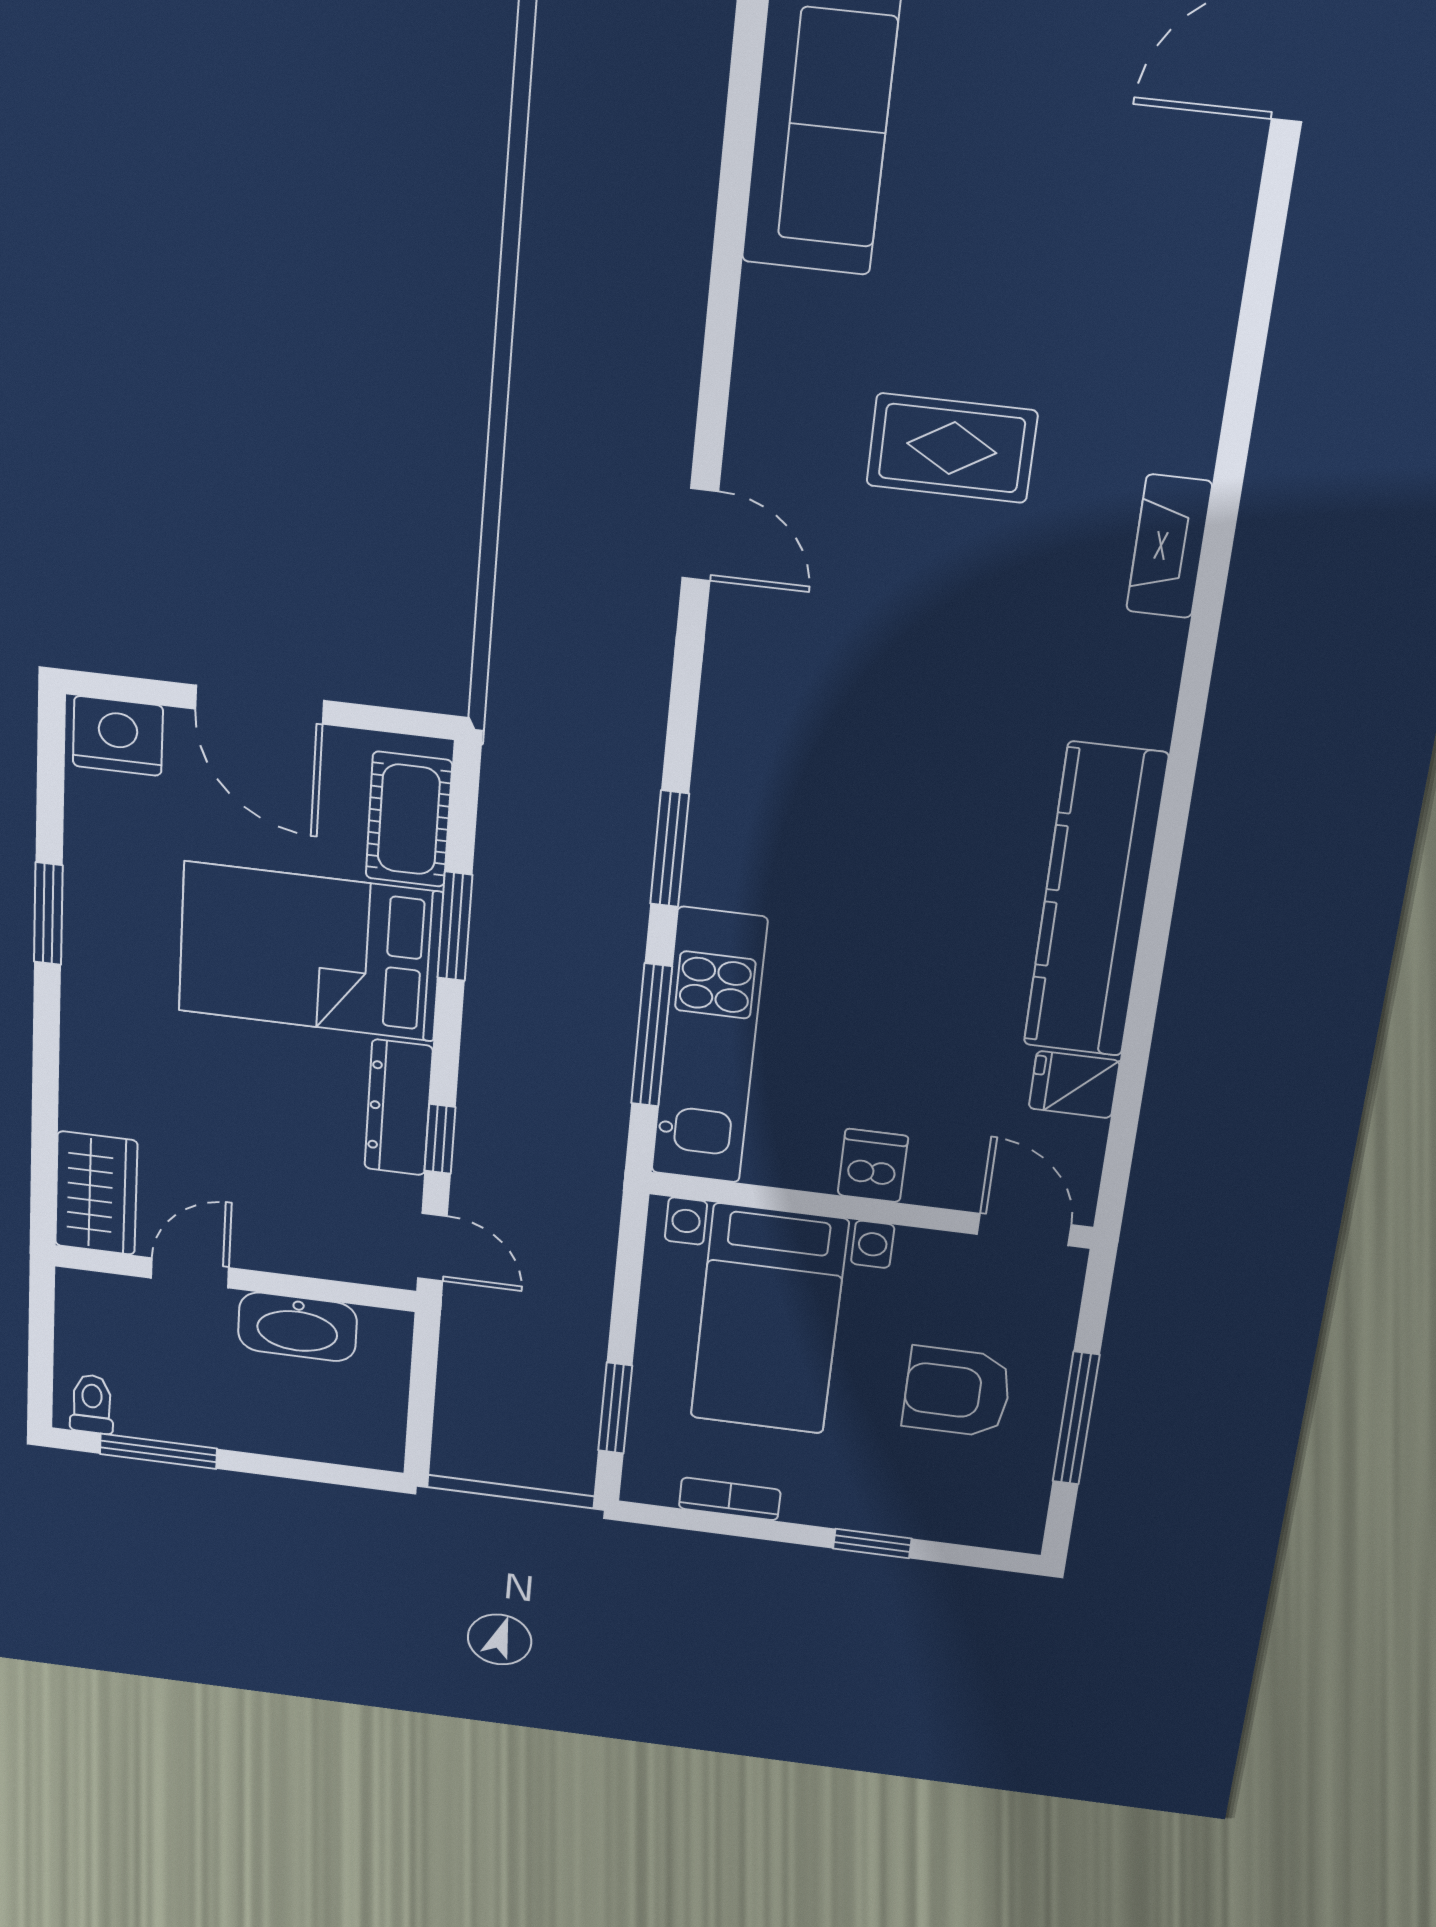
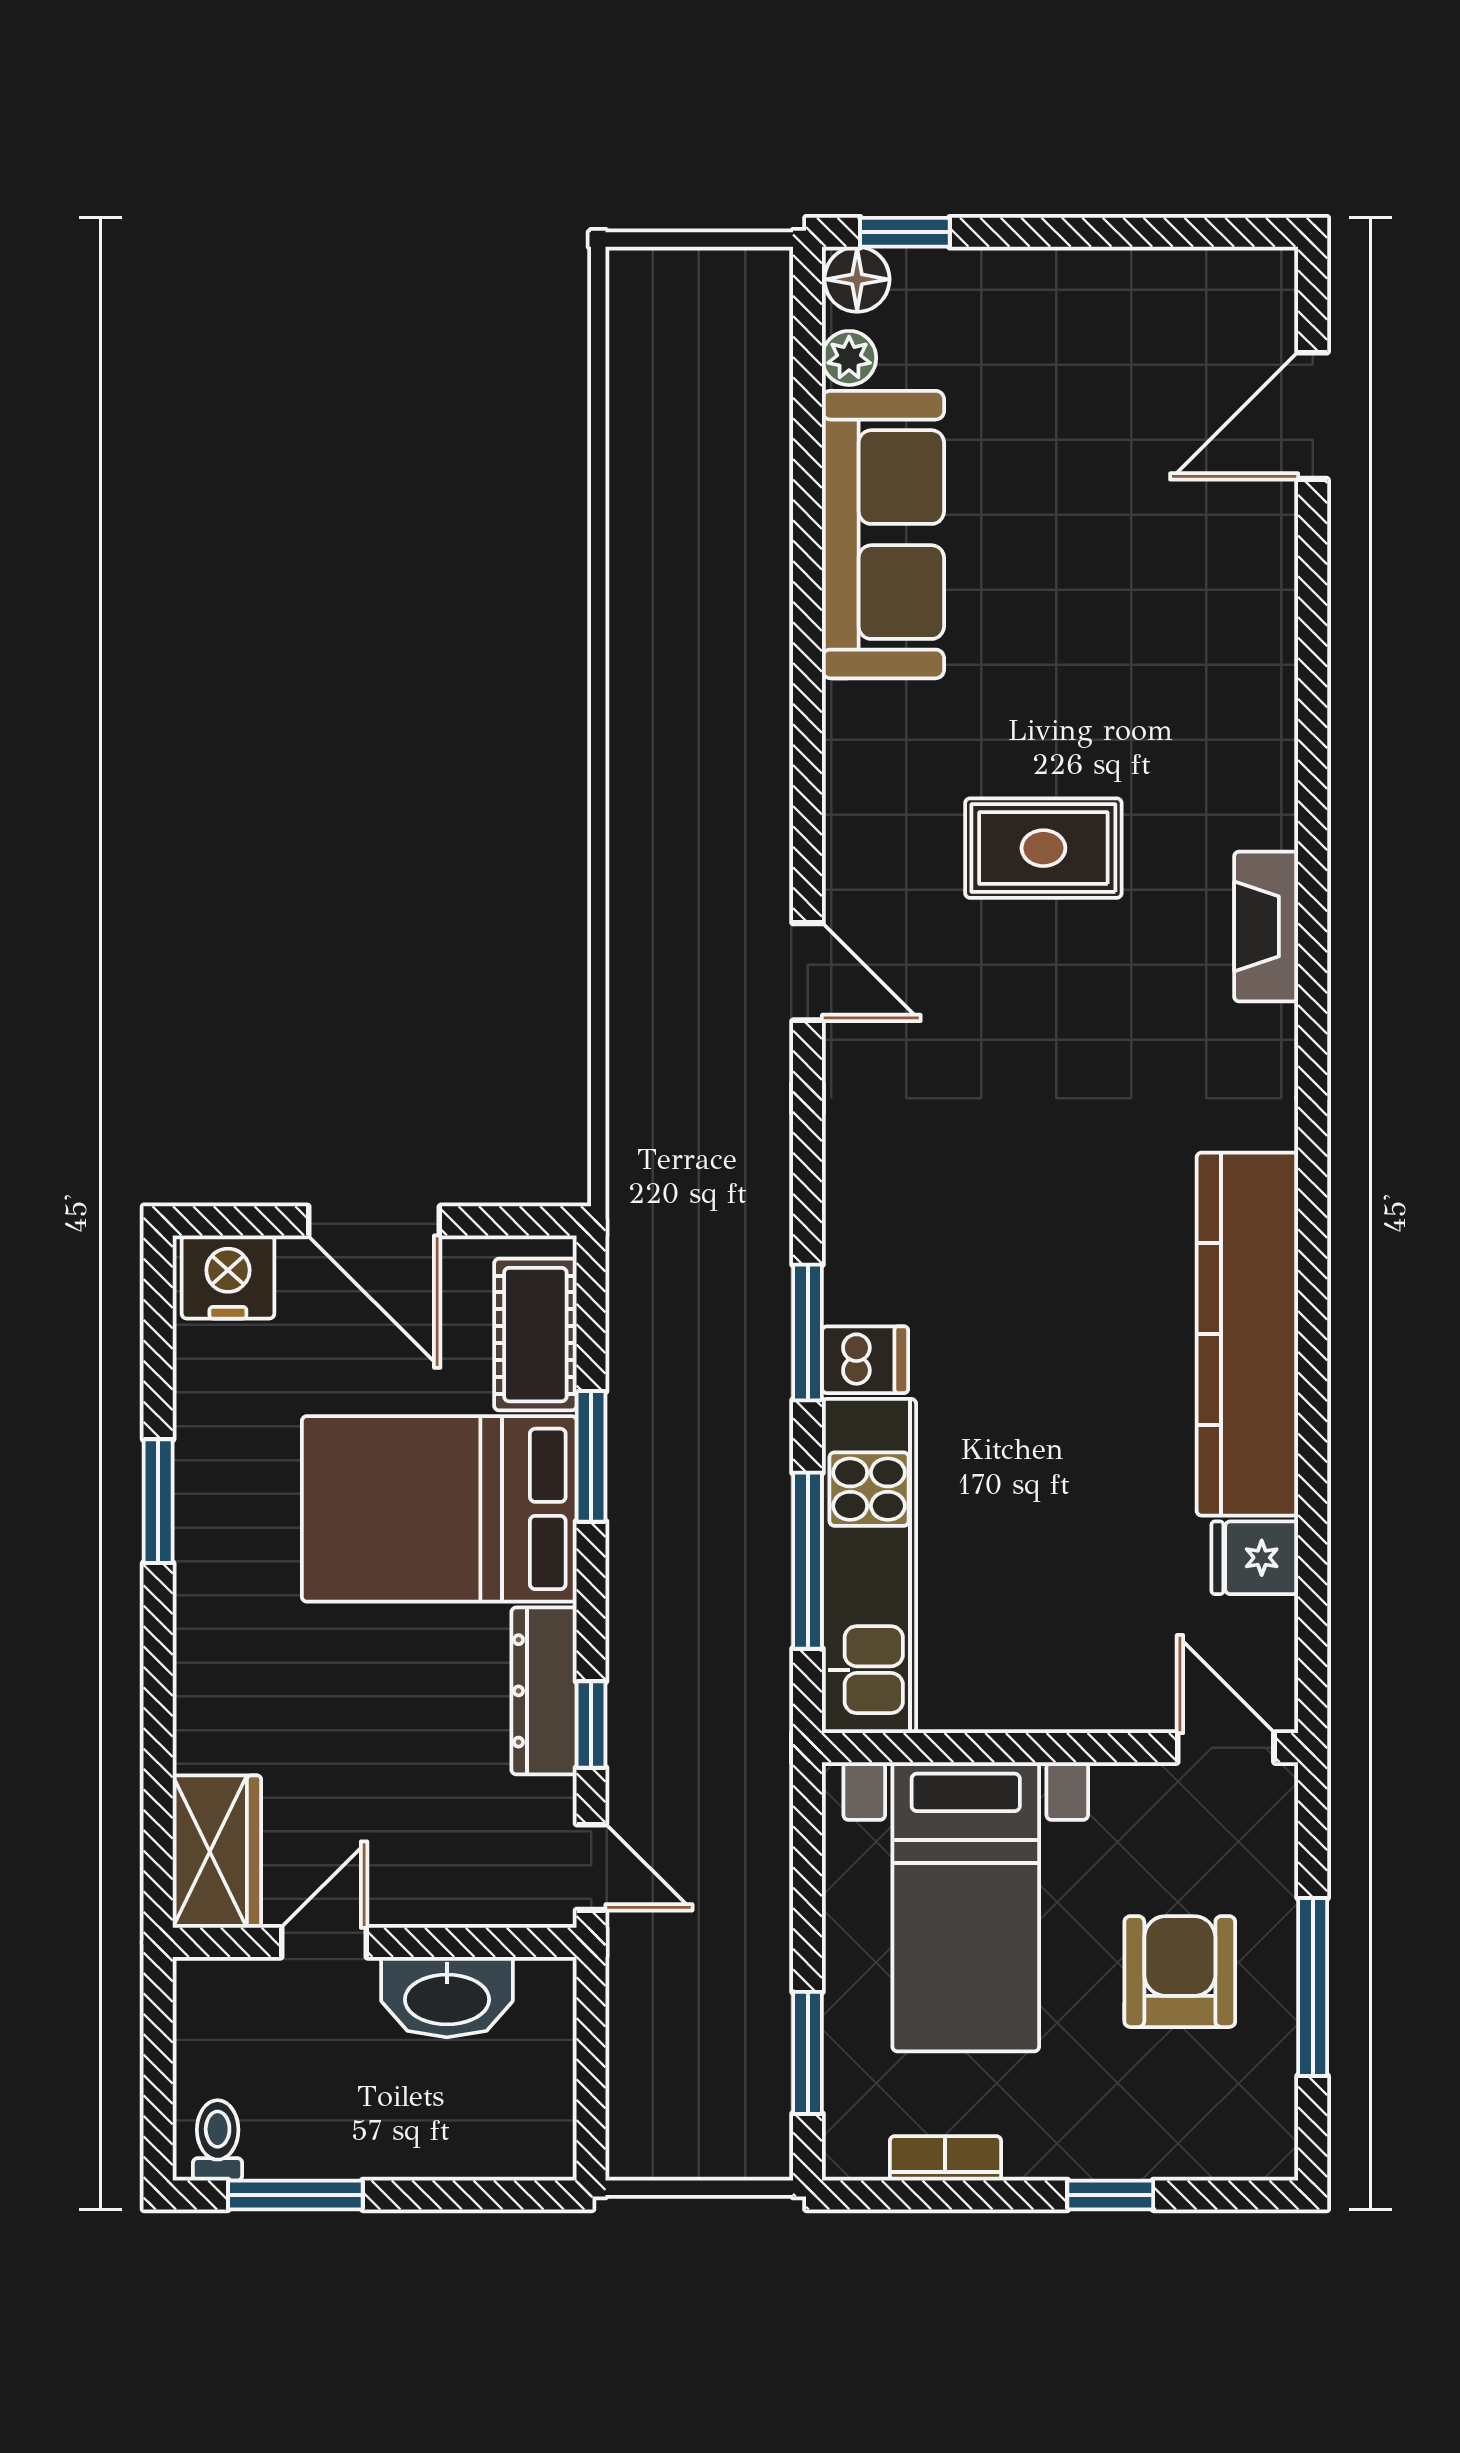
dishwasher: (873, 1166) -> (865, 1360), moved, turned 90
armchair: (957, 1392) -> (1180, 1972), turned 90

